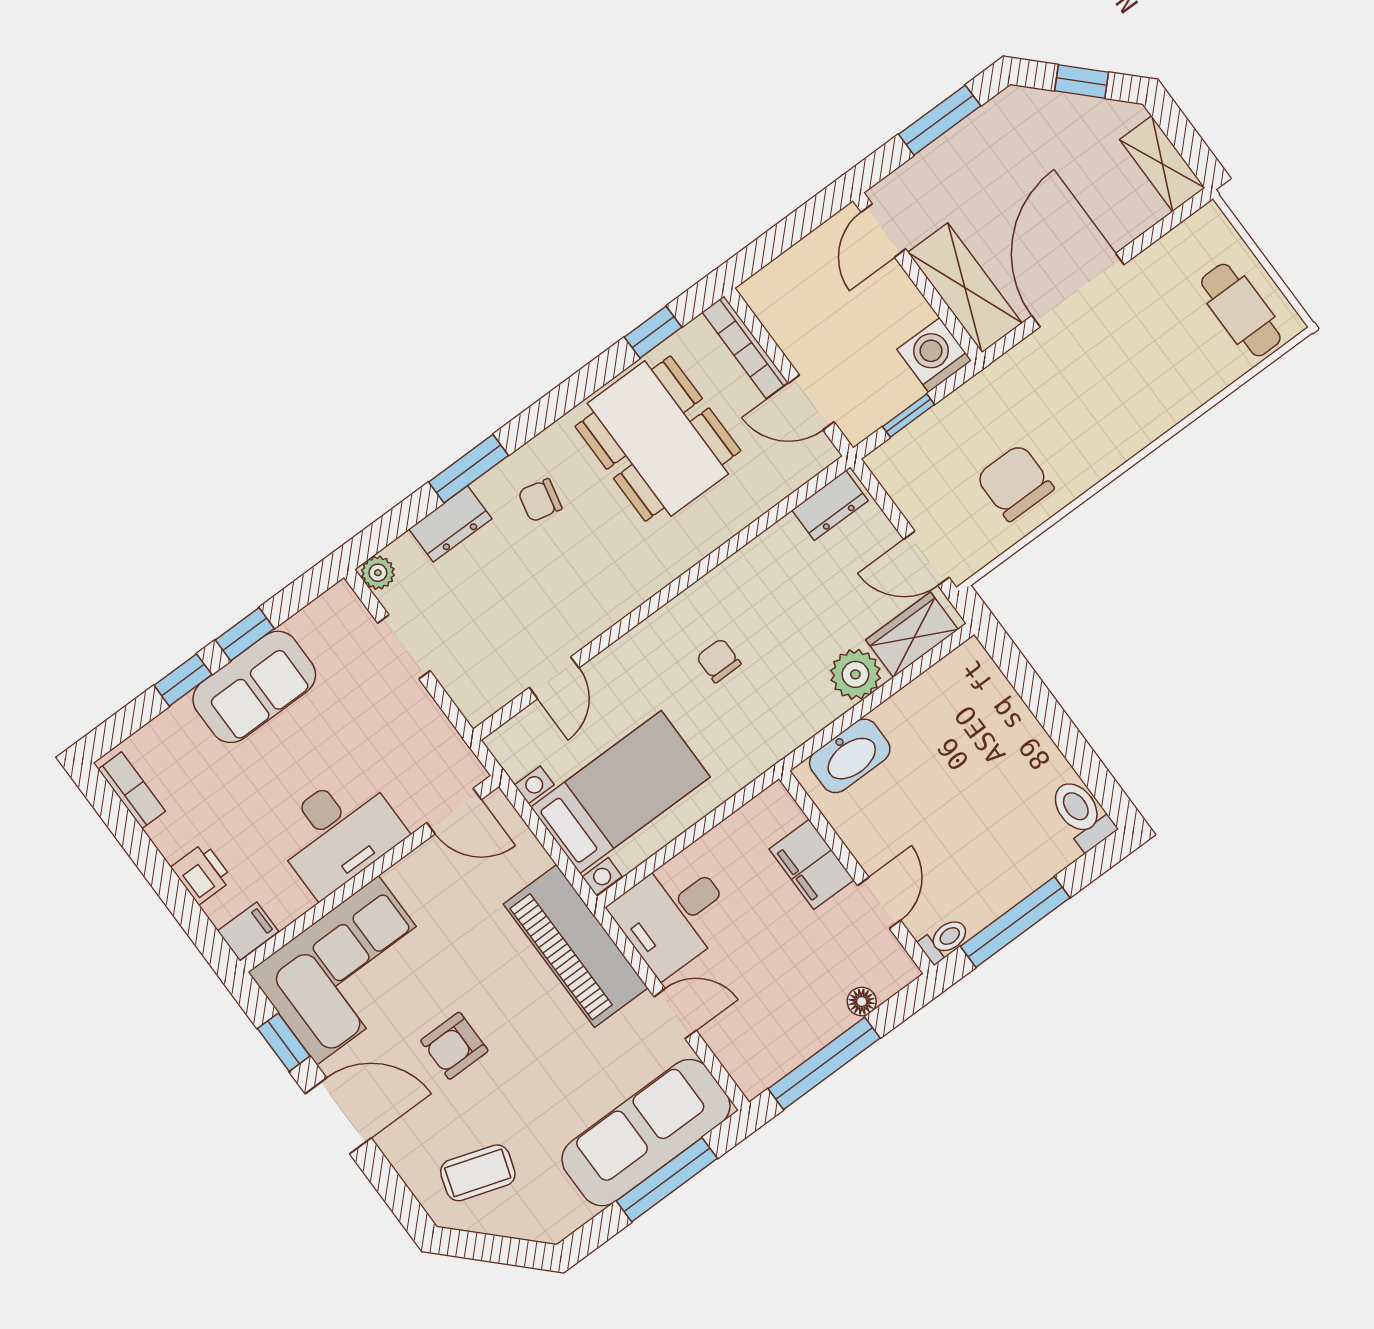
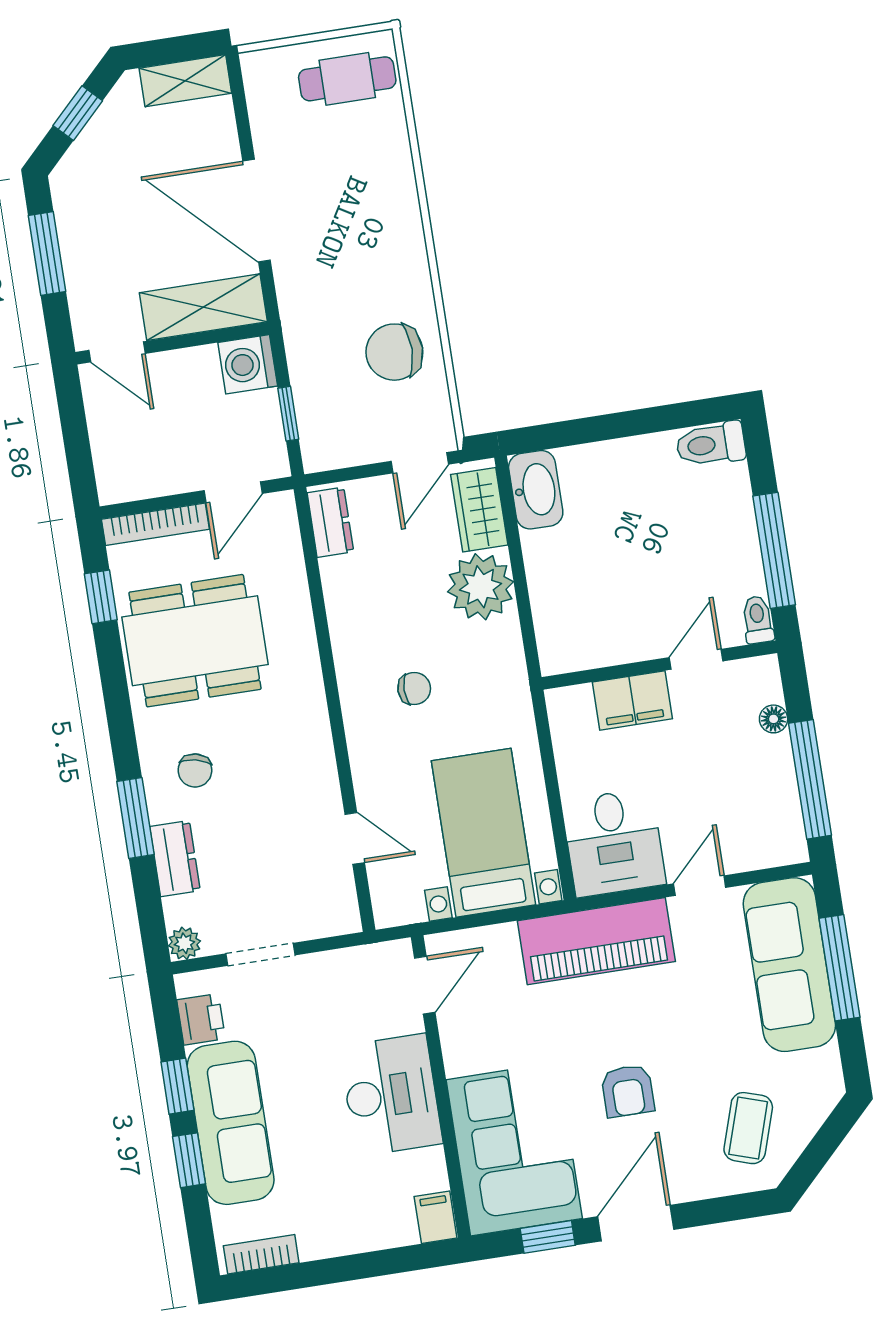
chair: (719, 661) -> (414, 688), turned 180
plant: (855, 674) -> (481, 587), width x1.36, depth x1.36
sofa: (254, 687) -> (231, 1123), width x1.36
washbasin: (850, 756) -> (536, 490), moved
printer: (202, 873) -> (201, 1019), moved, turned 90
door: (879, 903) -> (696, 659), hinge flipped

